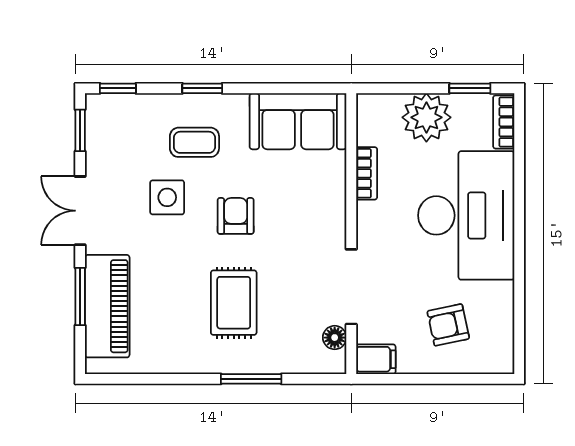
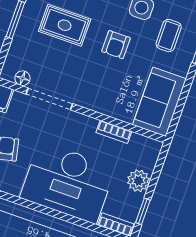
plant: (426, 117) -> (138, 181), width x0.73, depth x0.73
armchair: (236, 216) -> (116, 45), turned 90

